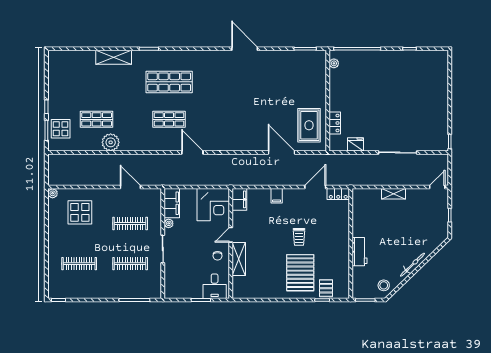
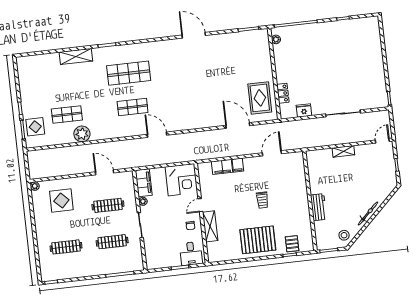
locker: (338, 194) -> (293, 157), removed
filing cabinet: (239, 199) -> (222, 167), moved, turned 90
pallet: (300, 273) -> (258, 240), moved, turned 90

